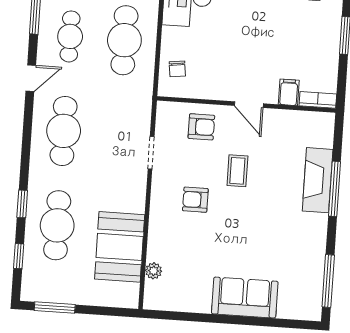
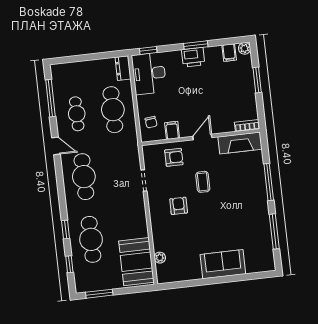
door: (31, 78) -> (56, 146), hinge flipped
filing cabinet: (289, 92) -> (172, 130), moved
door: (249, 105) -> (202, 137), swing flipped
fireplace: (318, 180) -> (240, 143), moved, turned -90
armchair: (195, 200) -> (179, 206), turned 90
booth: (120, 247) -> (136, 262), moved
window: (328, 281) -> (274, 231), moved

